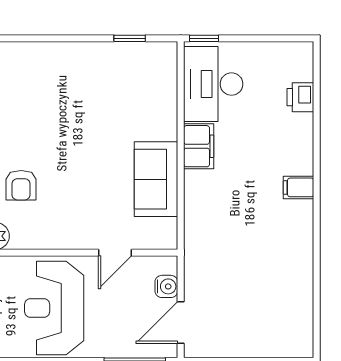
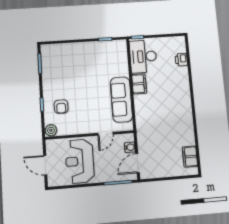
sofa: (156, 179) -> (121, 100), width x1.36
filing cabinet: (298, 187) -> (190, 157), moved, width x2.00

